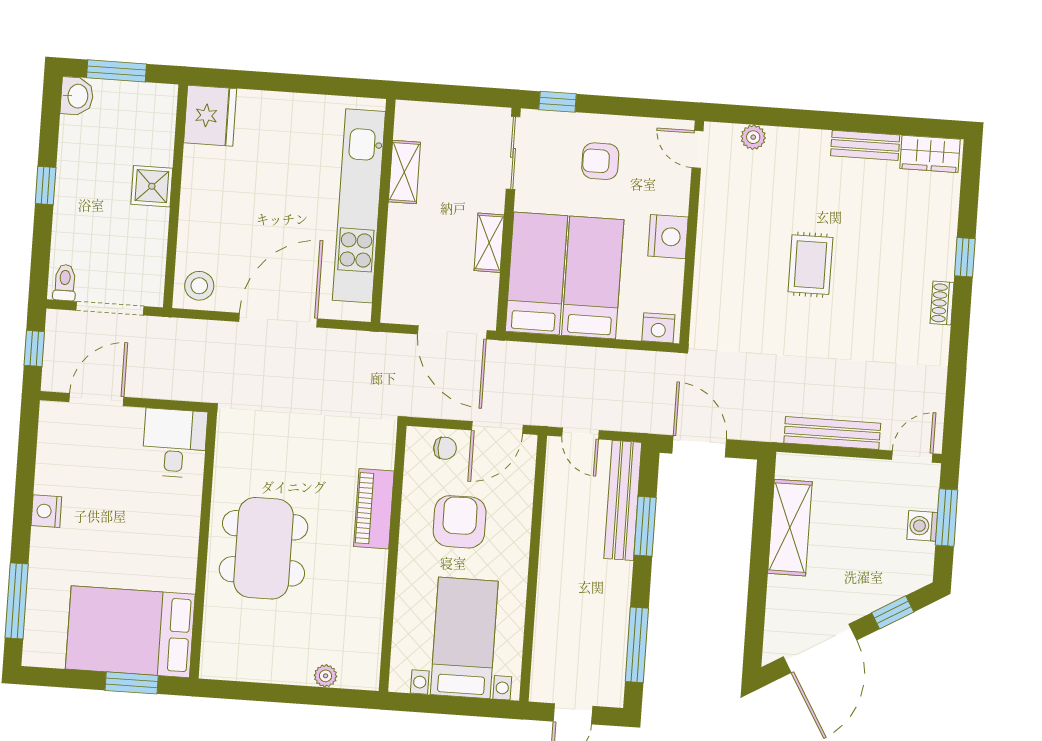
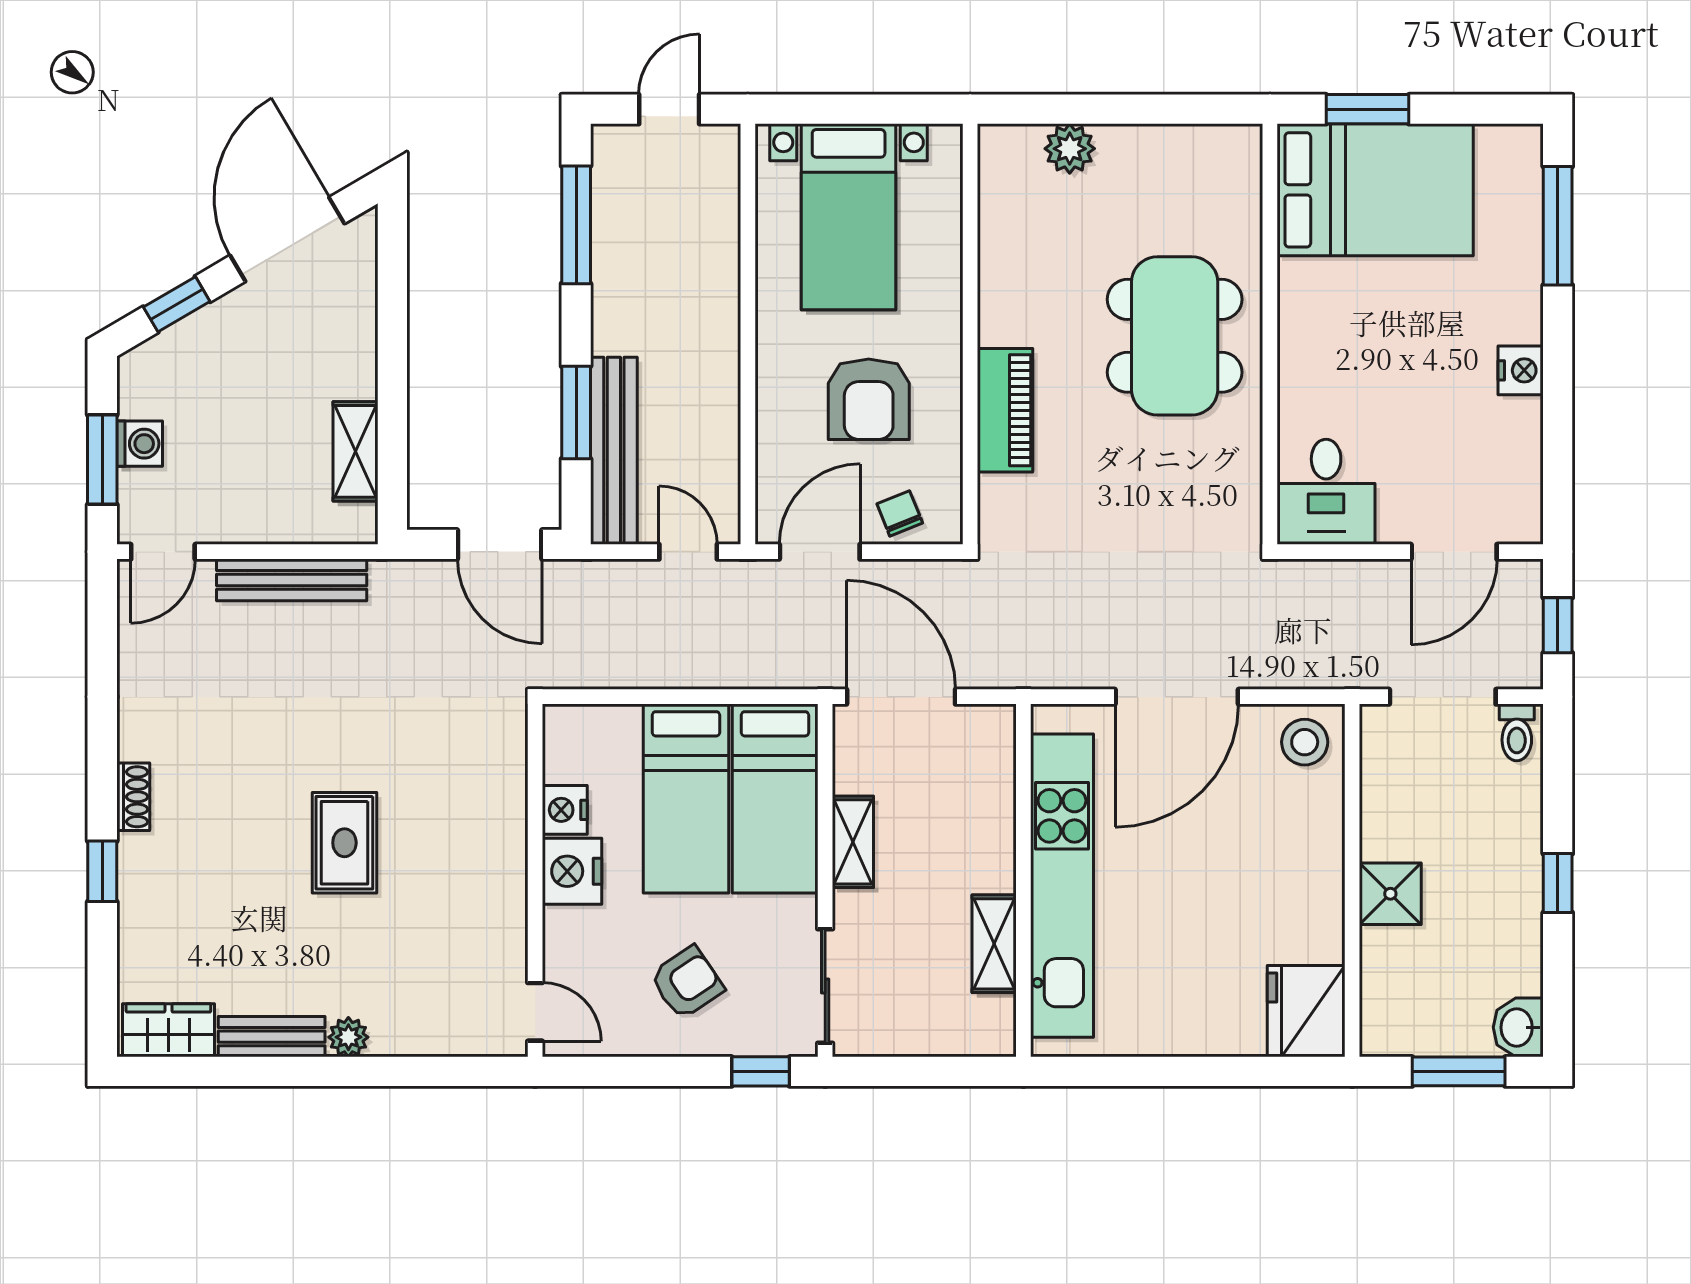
plant: (753, 137) -> (348, 1037), moved
armchair: (600, 161) -> (687, 983), turned -34
nightstand: (658, 328) -> (565, 810), moved, turned -90
chair: (445, 448) -> (900, 513), turned 68
shelving: (790, 528) -> (355, 451), width x0.67, depth x0.75
plant: (326, 676) -> (1070, 149), width x1.38, depth x1.38

